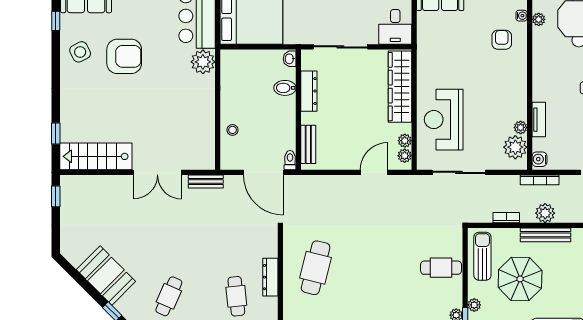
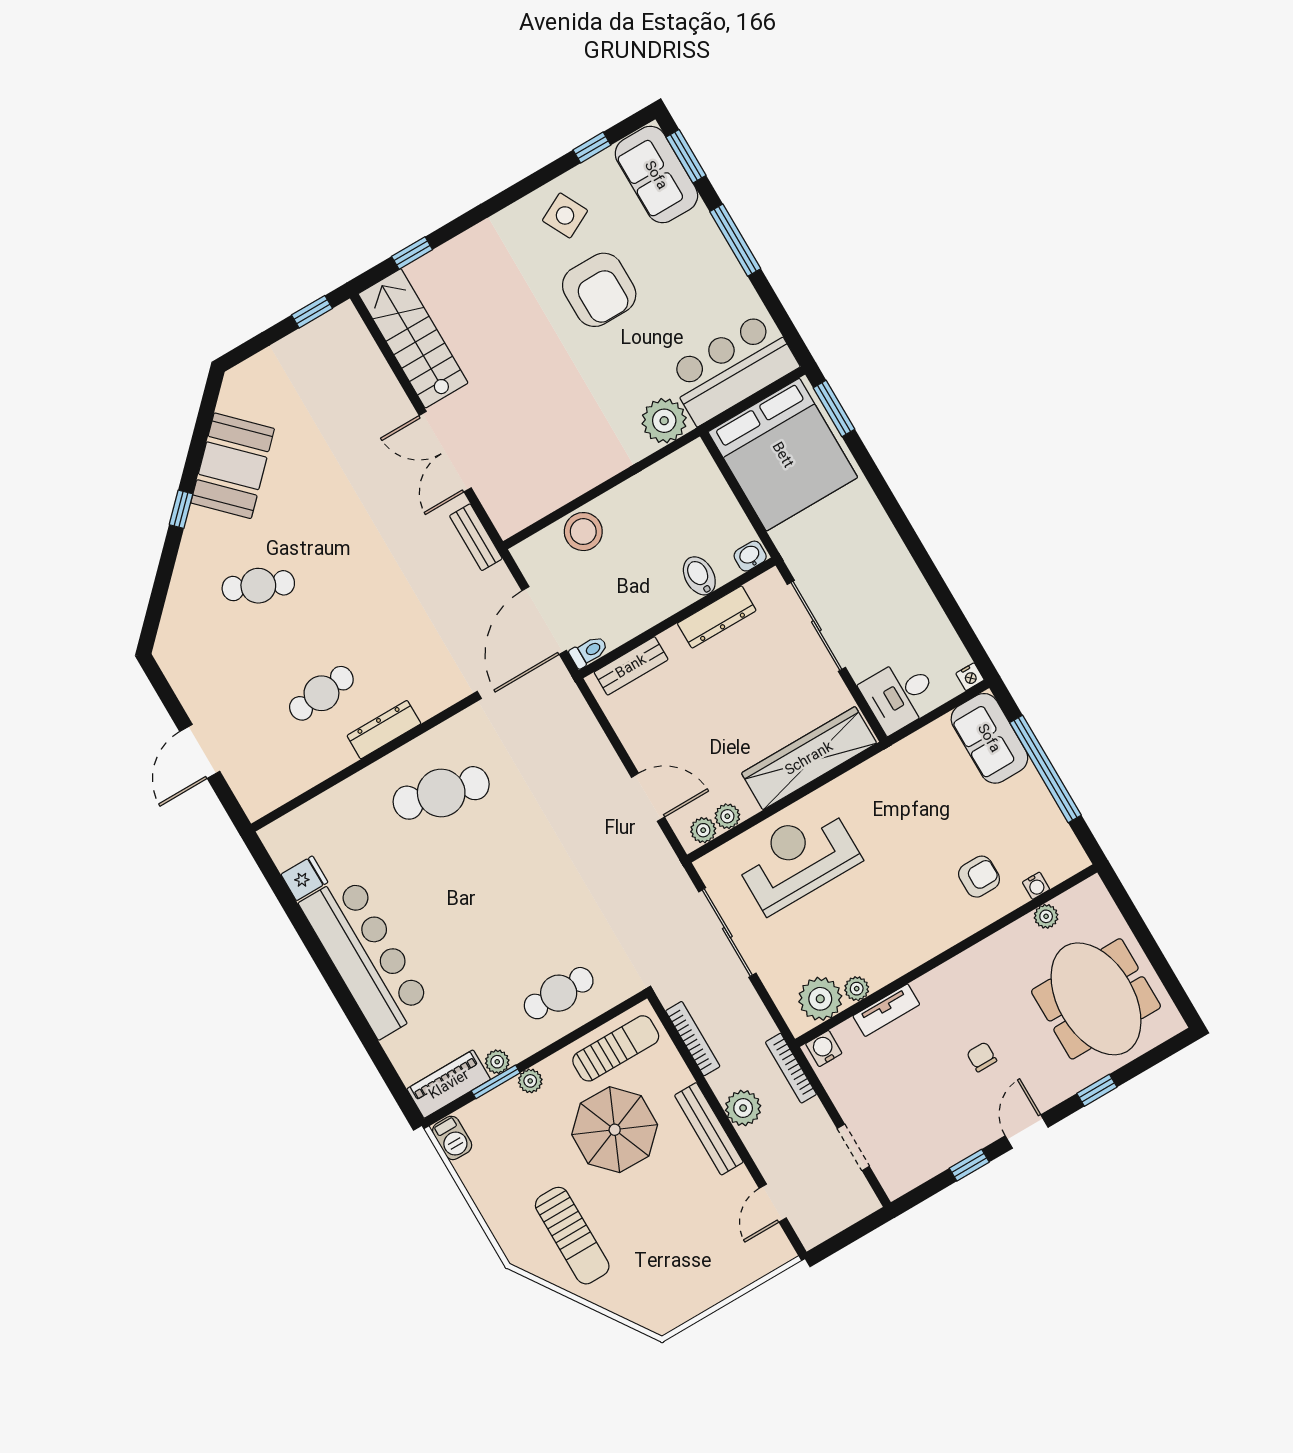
stool: (233, 130) -> (583, 532), width x1.89, depth x1.89
bookcase: (506, 218) -> (693, 1039), width x1.56
cafe table: (441, 268) -> (559, 993), turned 90

